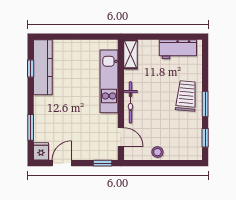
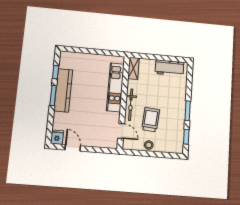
kitchen counter: (43, 67) -> (63, 90), moved
trolley: (186, 96) -> (151, 120), moved
window: (31, 127) -> (53, 96), moved
door: (62, 163) -> (73, 148), hinge flipped
window: (103, 163) -> (105, 150), removed

